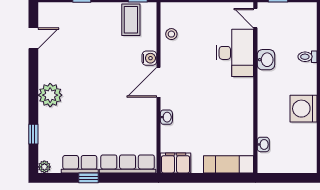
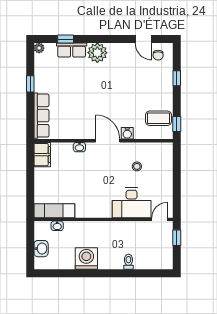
chair: (53, 20) -> (158, 55), added
stool: (171, 34) -> (137, 166), moved
washbasin: (266, 60) -> (41, 249), moved, turned -90
row of seats: (80, 164) -> (72, 50), moved, turned 90
exam couch: (228, 164) -> (54, 211), moved, turned -90

